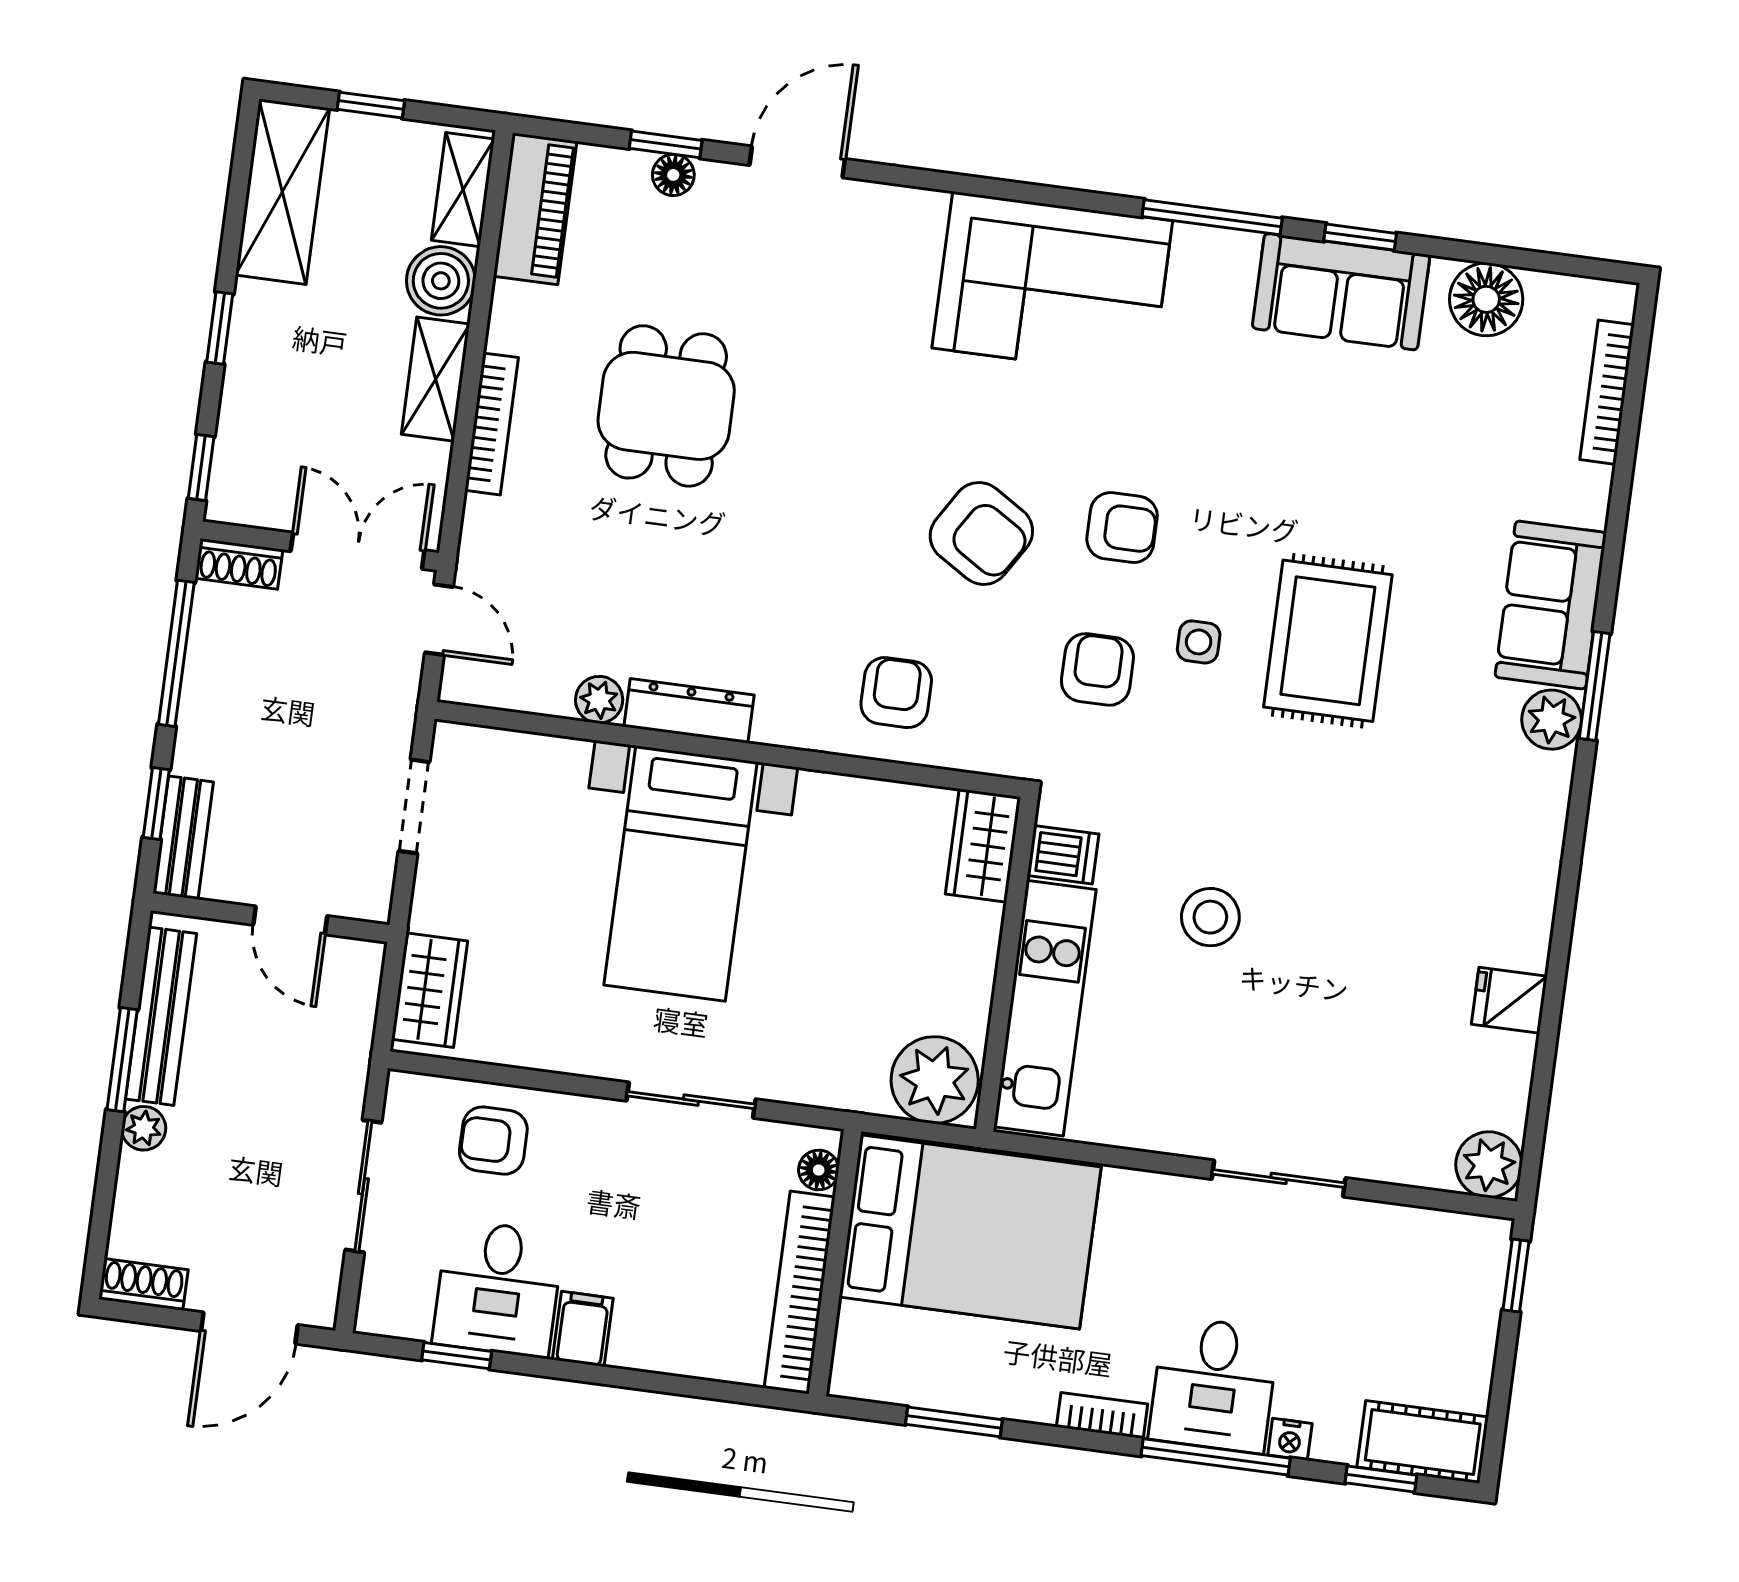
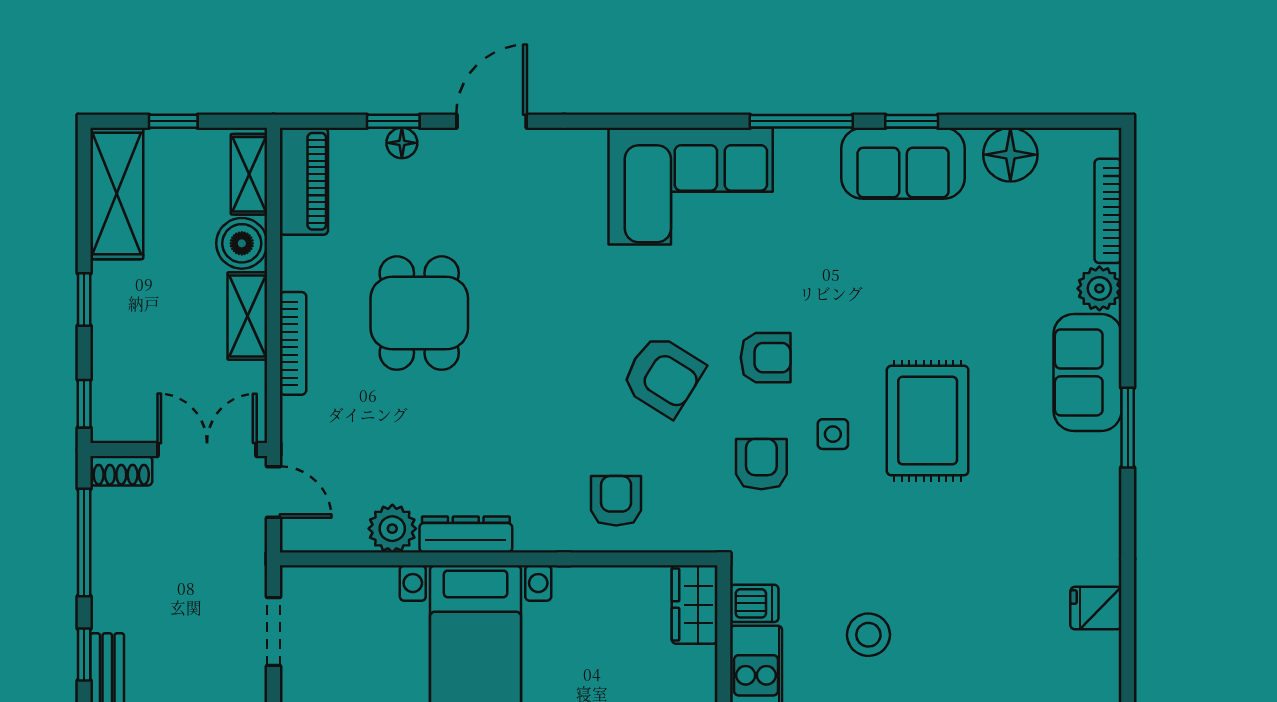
plant: (599, 700) -> (392, 529), width x1.38, depth x1.38
plant: (1552, 720) -> (1099, 288), moved
fridge: (1509, 1000) -> (1096, 608), moved

